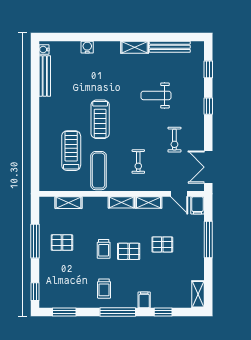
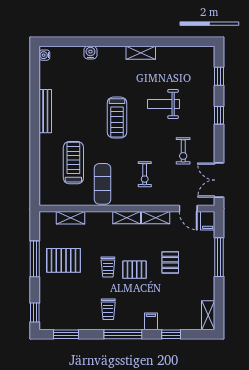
bench: (170, 47) -> (178, 52), removed
bench: (45, 76) -> (45, 111), moved
treadmill: (100, 119) -> (117, 118), moved
pallet: (62, 243) -> (64, 260), width x1.50, depth x1.42
pallet: (162, 244) -> (170, 262), turned 90

